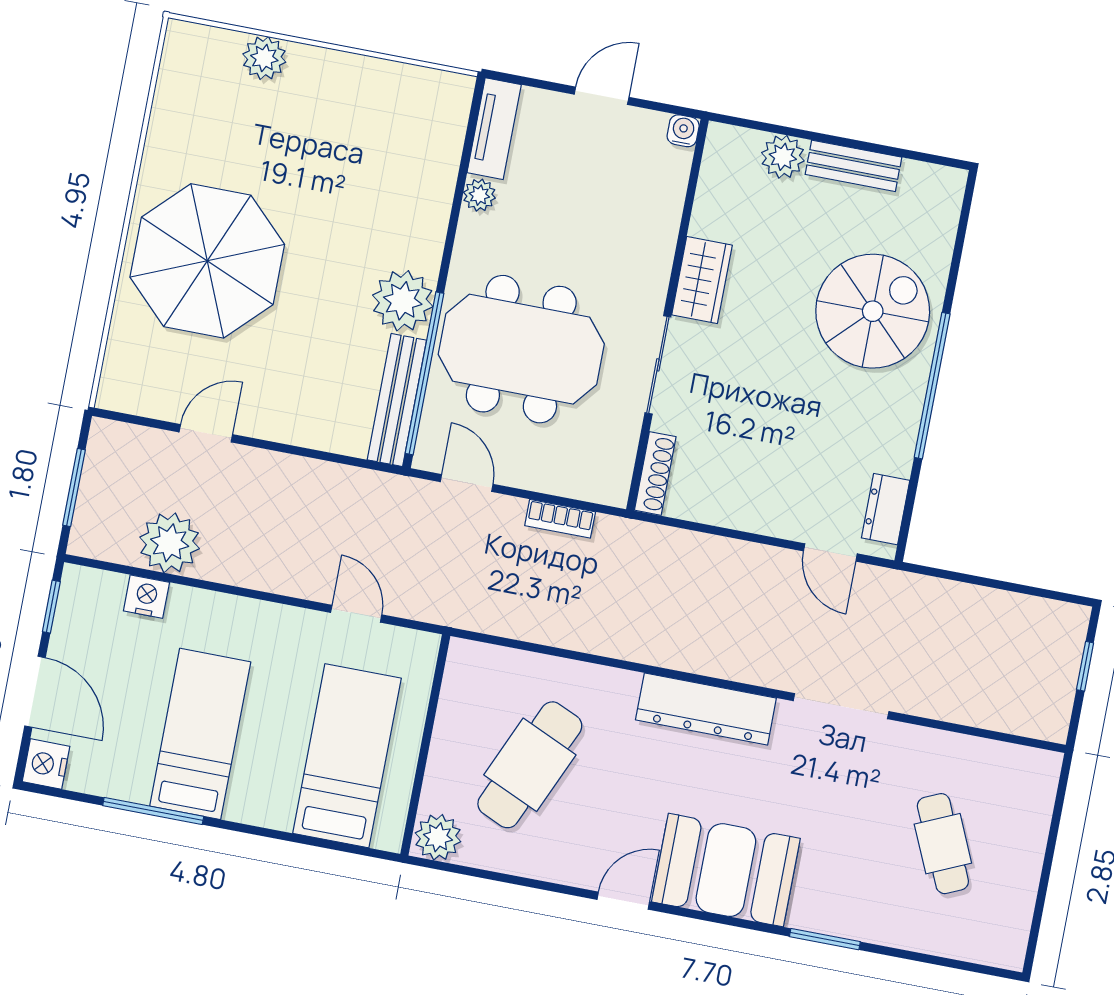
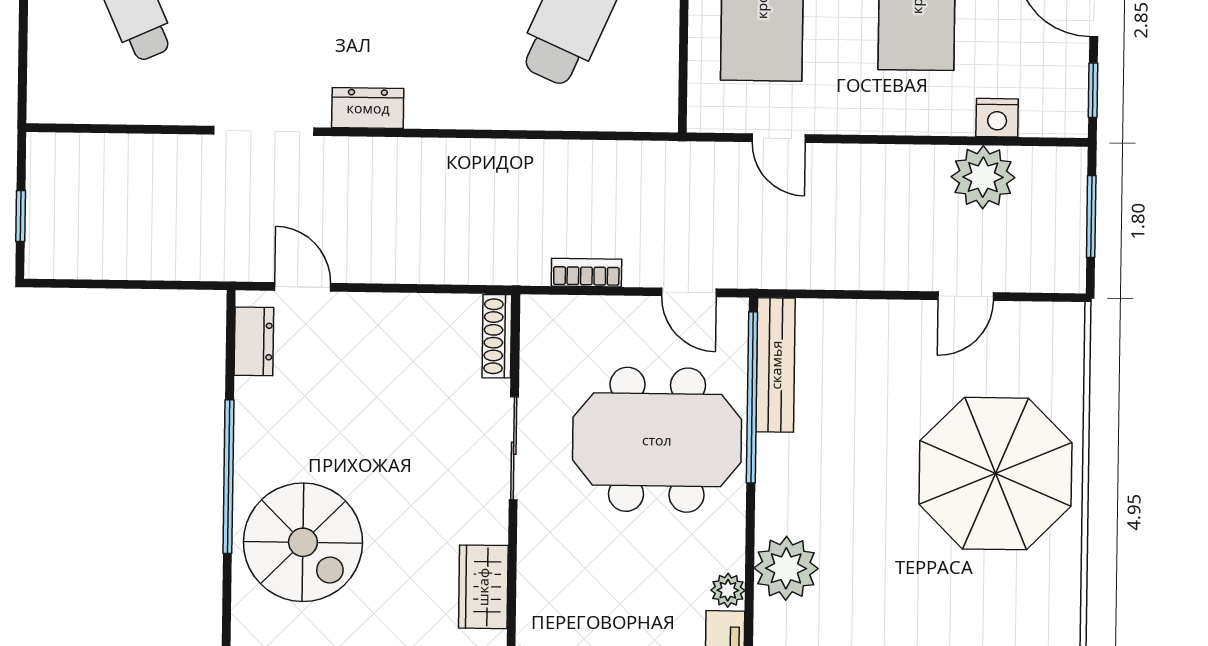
wardrobe: (702, 280) -> (483, 587), moved
plant: (403, 301) -> (786, 568), moved
spiral stairs: (873, 311) -> (303, 542), turned -90
dresser: (706, 709) -> (368, 108), width x0.51, depth x0.80

